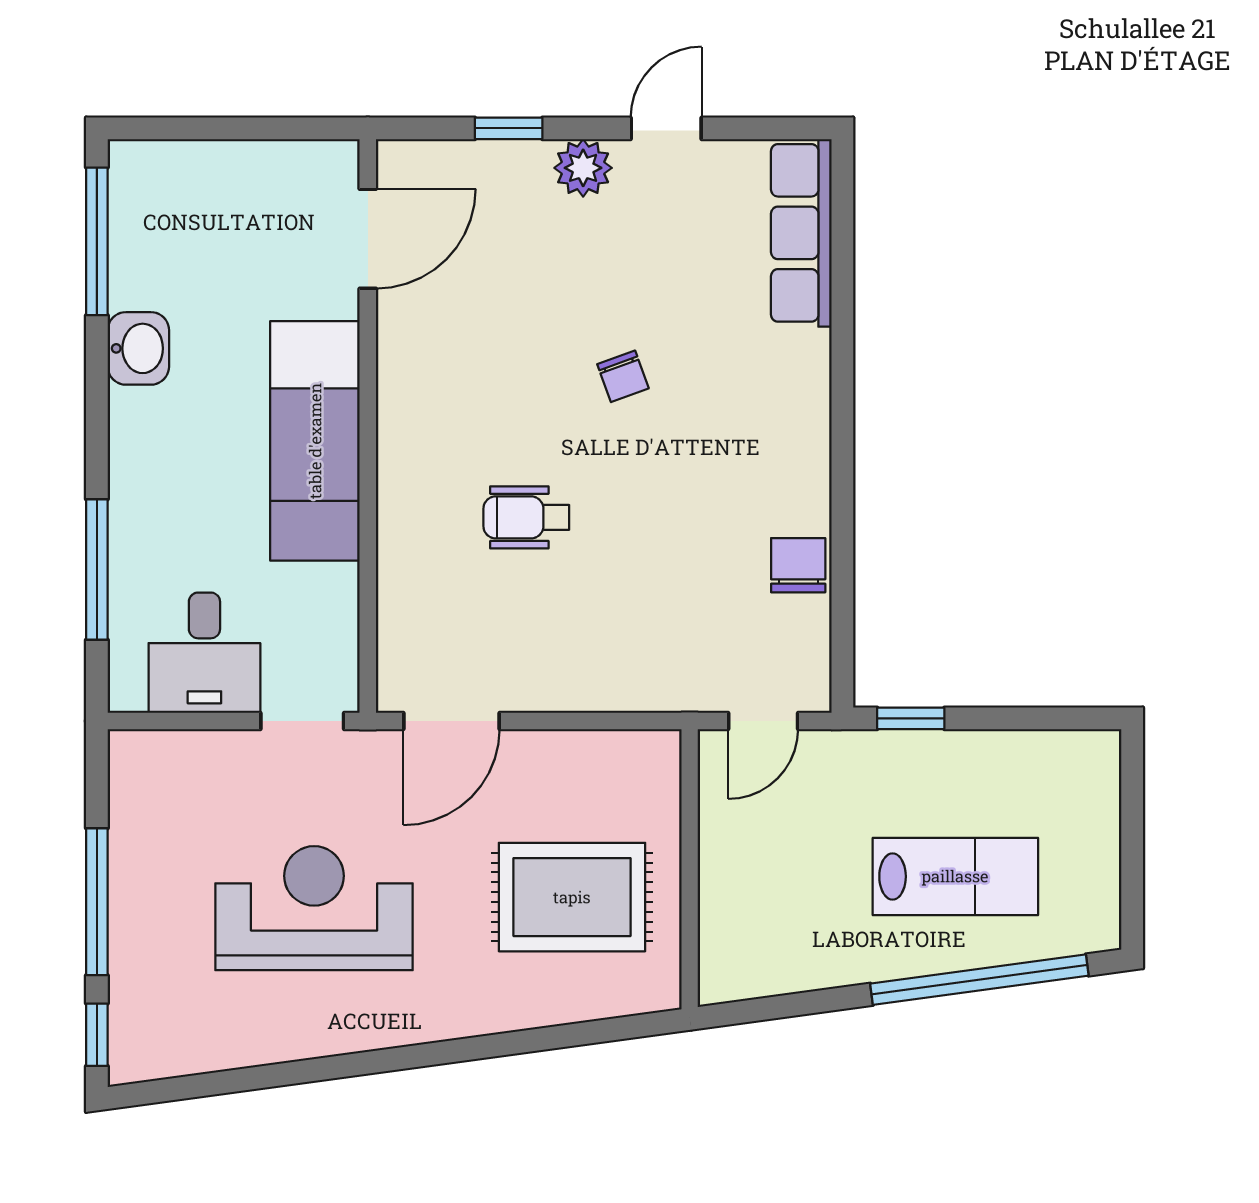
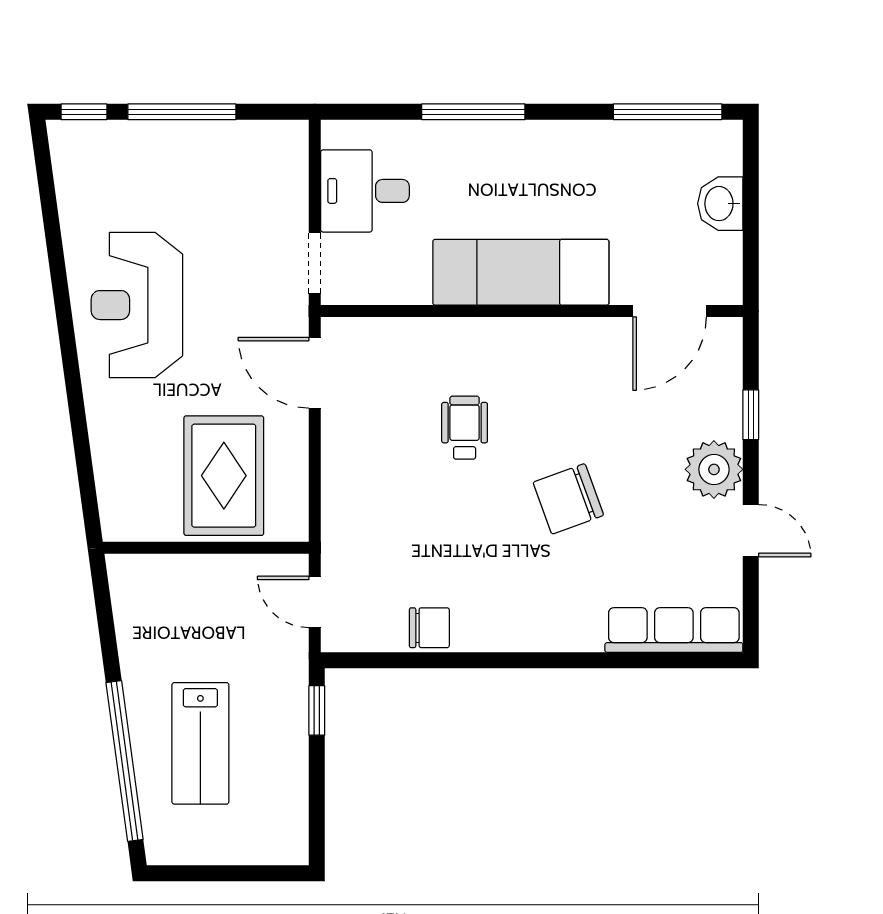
plant: (583, 168) -> (714, 469), width x1.36, depth x1.36
door: (368, 239) -> (670, 311), hinge flipped
washbasin: (138, 348) -> (720, 204), moved, turned 90
chair: (623, 376) -> (568, 499), width x1.87, depth x1.87
window: (97, 570) -> (473, 112), moved
rug: (572, 897) -> (224, 476), moved
reception desk: (314, 908) -> (137, 305), moved, turned 180

